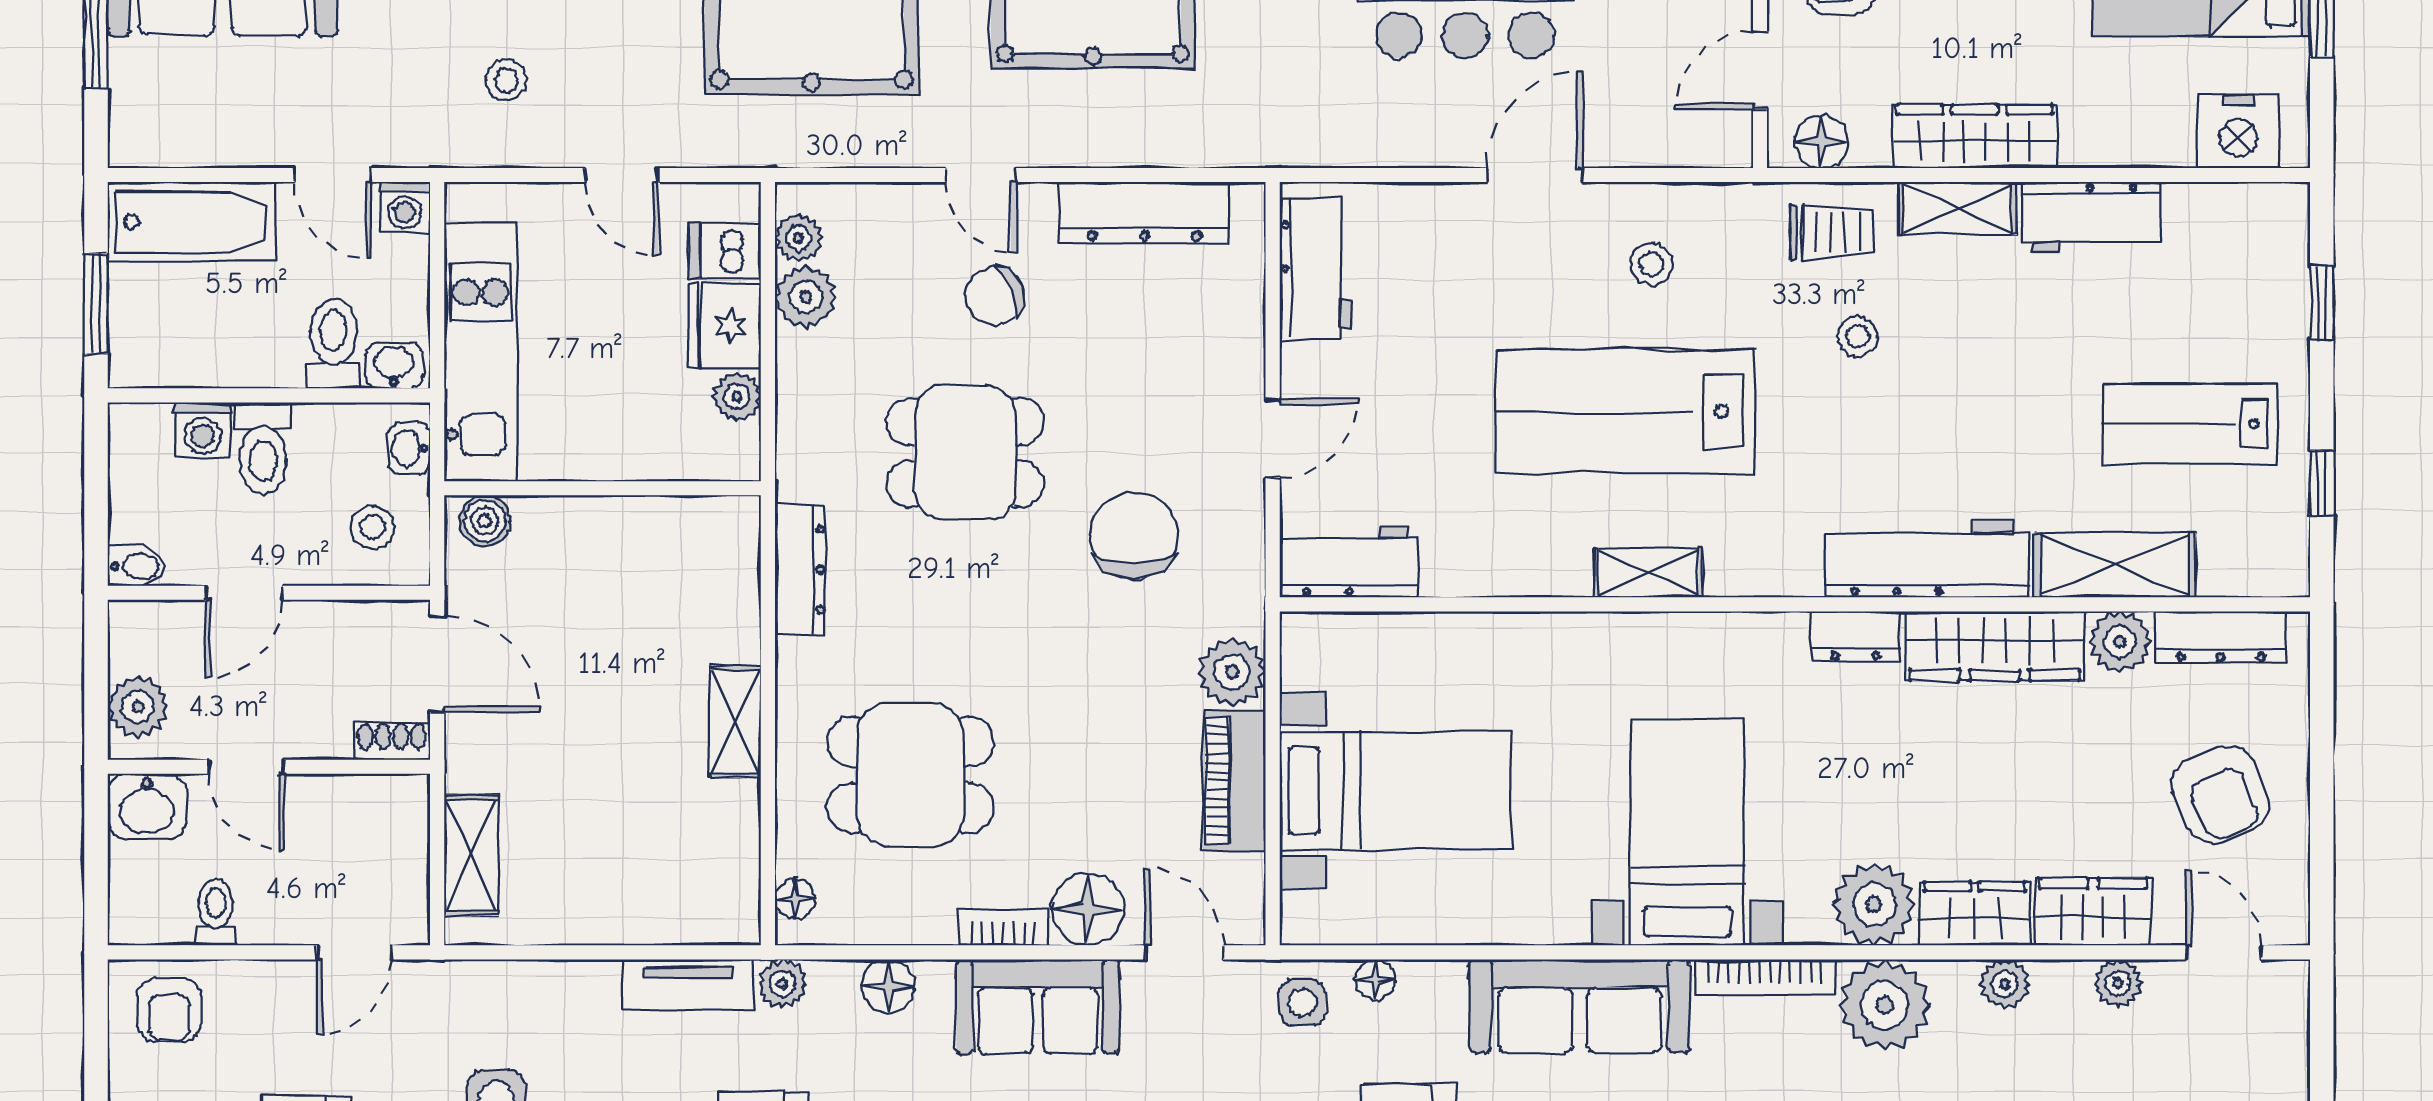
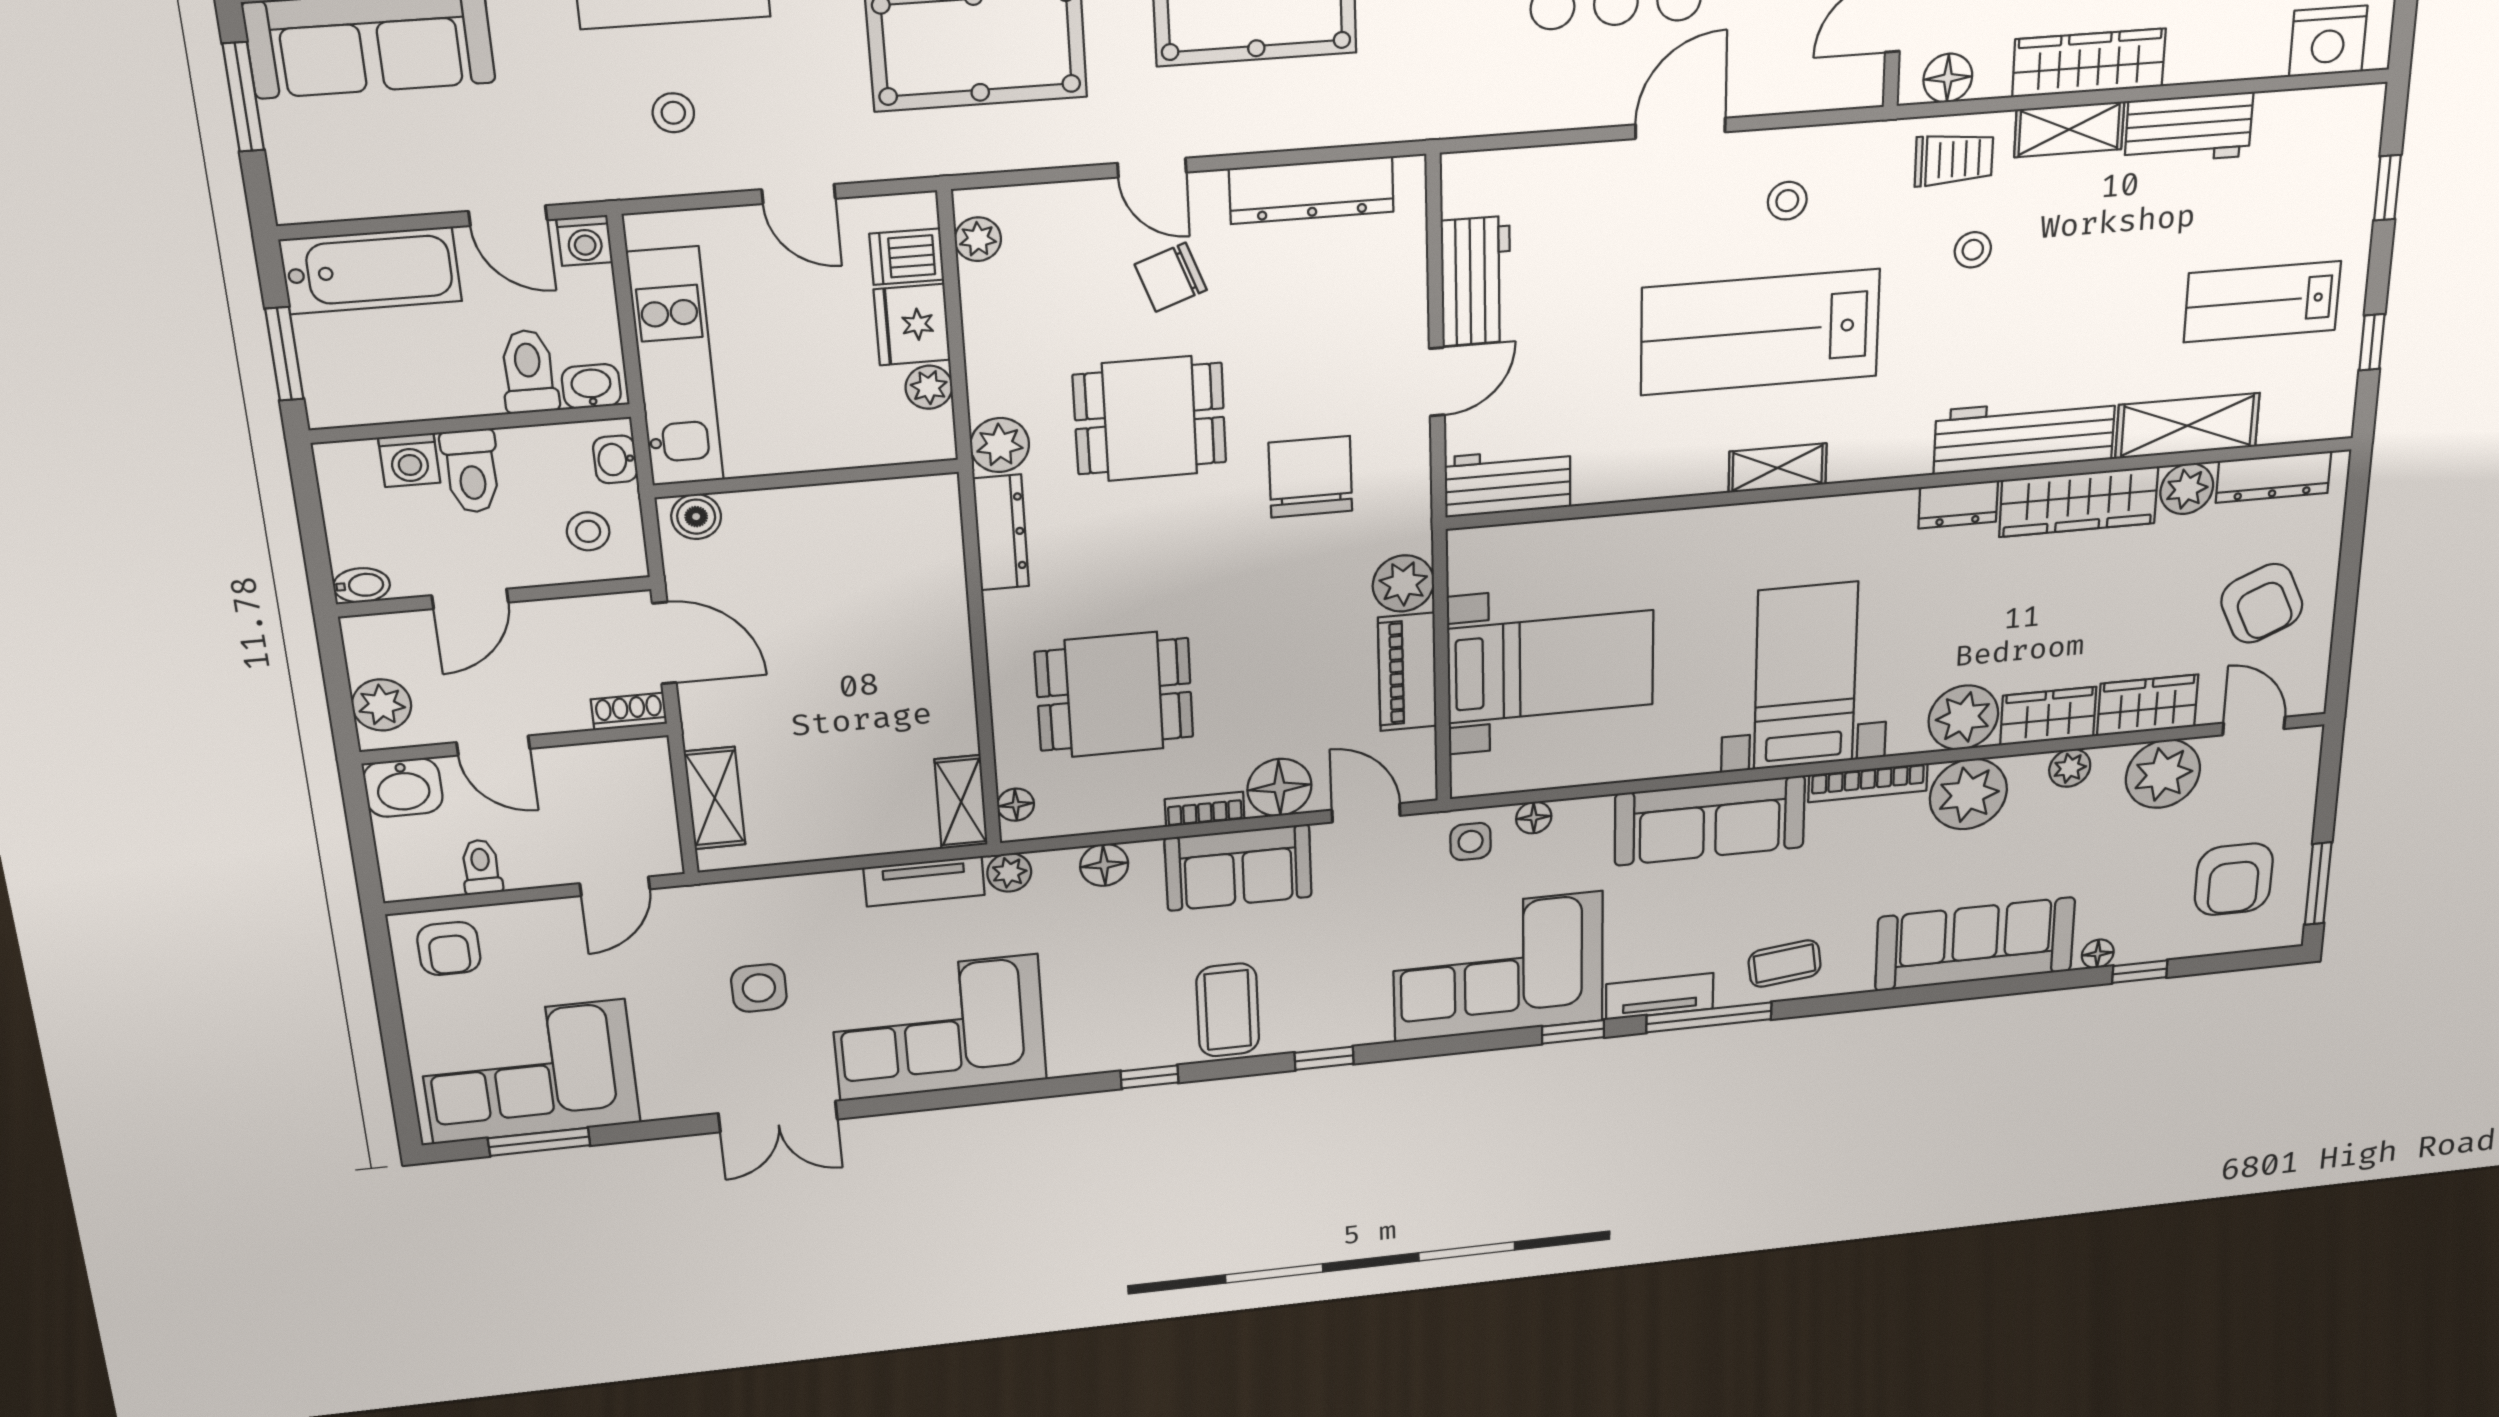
workbench: (1316, 268) -> (1476, 281), moved
plant: (806, 297) -> (1000, 445), moved
shelving: (736, 722) -> (961, 802), moved
plant: (2118, 983) -> (2163, 774), width x1.88, depth x1.88

